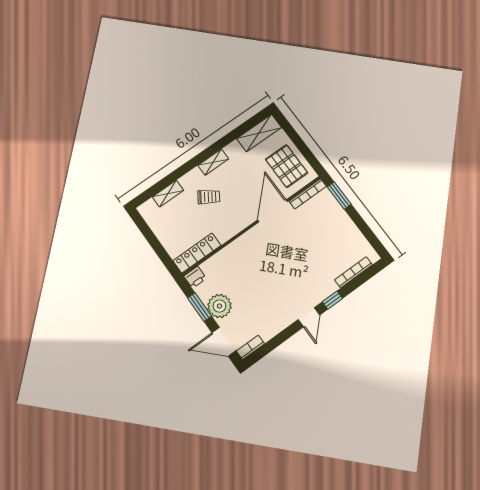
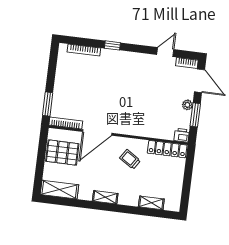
pallet: (287, 166) -> (62, 152), turned 90
trolley: (209, 197) -> (130, 159), moved
plant: (219, 306) -> (187, 105), width x0.53, depth x0.53
door: (309, 317) -> (165, 52), moved

